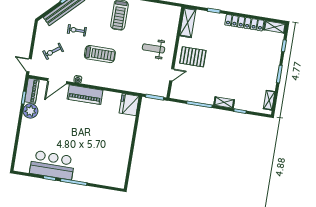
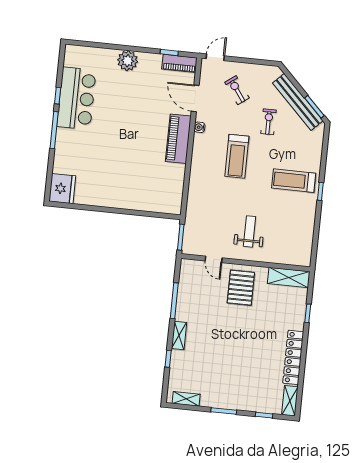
fridge: (129, 105) -> (62, 189), moved, turned 90
plant: (30, 111) -> (128, 61), moved

